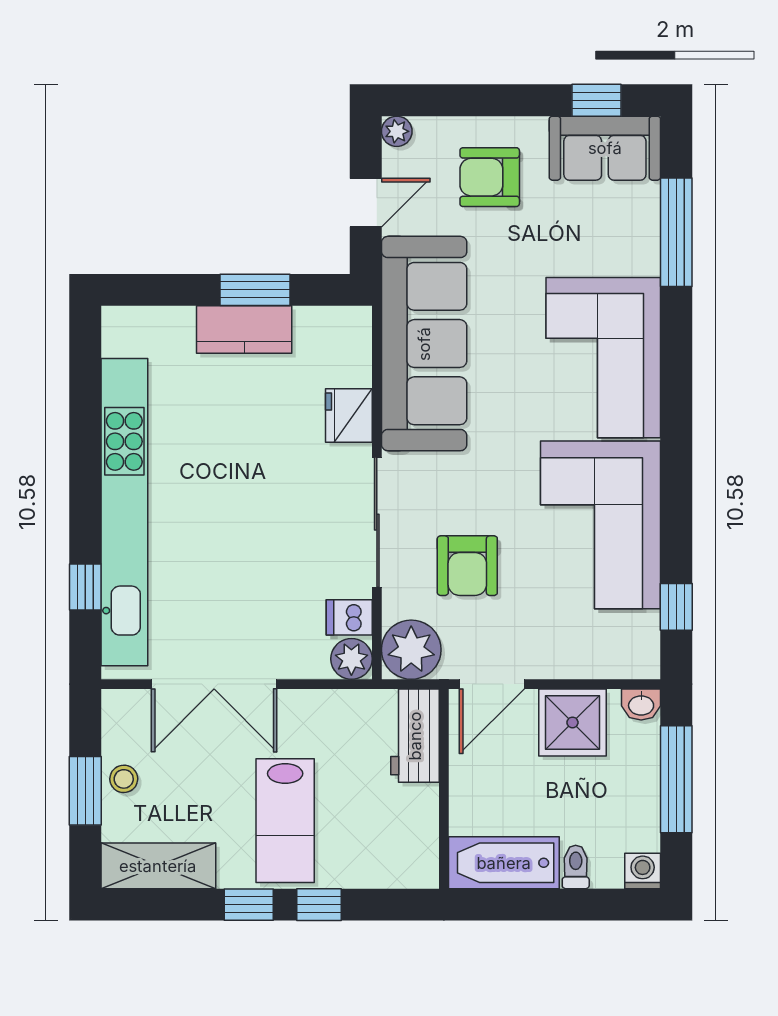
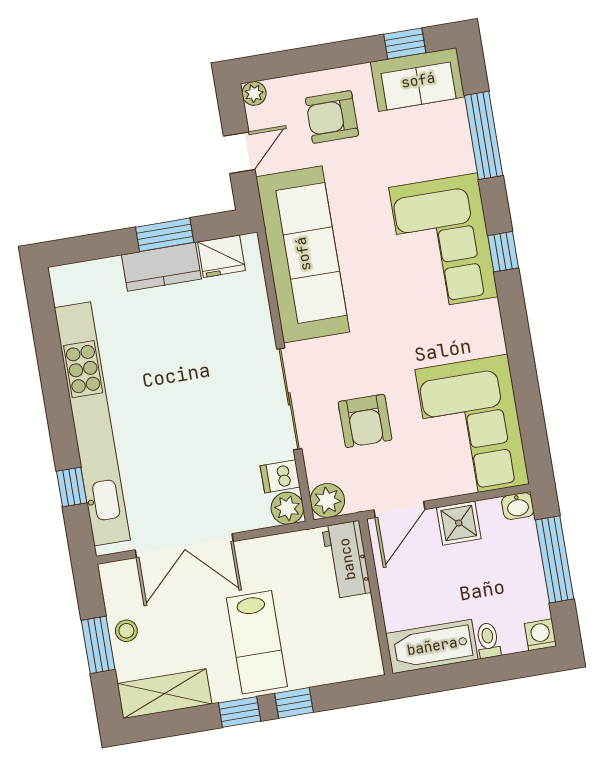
fridge: (349, 415) -> (222, 256), moved, turned -90
corner sofa: (601, 525) -> (472, 427), moved
window: (676, 607) -> (503, 252), moved
plant: (411, 650) -> (327, 501), width x0.73, depth x0.73
shower: (572, 722) -> (459, 523), width x0.73, depth x0.73

